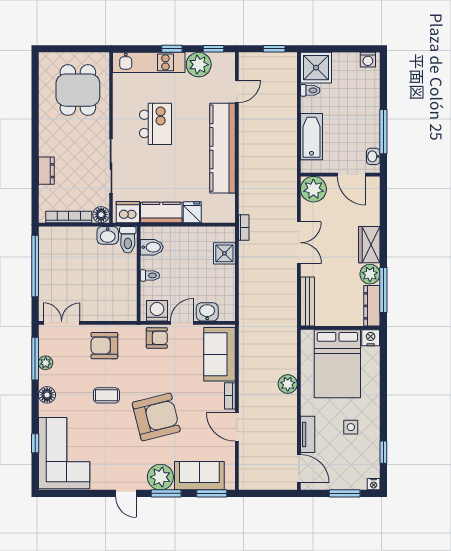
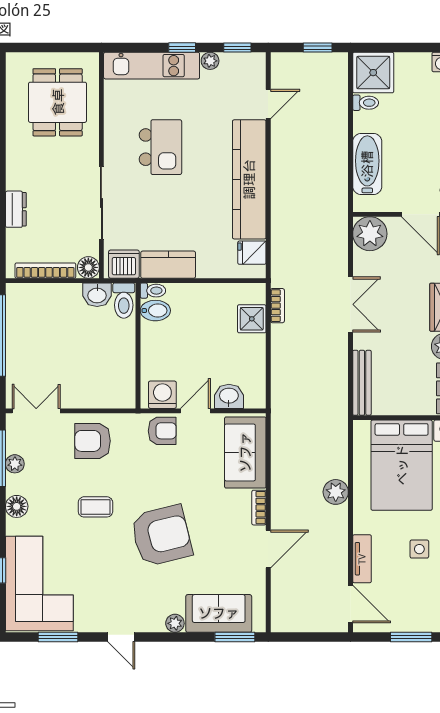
plant: (199, 65) -> (210, 61), width x0.53, depth x0.53
fridge: (192, 212) -> (252, 253), moved, turned -90
bookcase: (244, 227) -> (277, 306), moved
toilet: (150, 275) -> (153, 291), moved
door: (237, 427) -> (268, 549), swing flipped
plant: (160, 477) -> (175, 623), width x0.53, depth x0.53
window: (166, 493) -> (58, 637), moved

